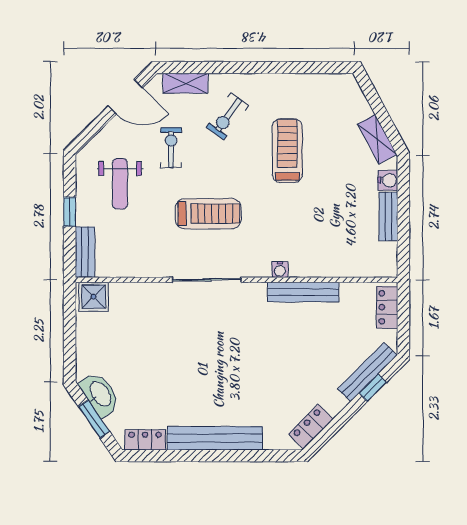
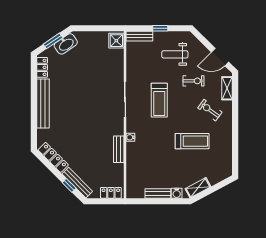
door: (125, 97) -> (220, 57), hinge flipped
bench: (303, 292) -> (119, 149), width x0.73
locker: (311, 426) -> (53, 157), width x1.53

